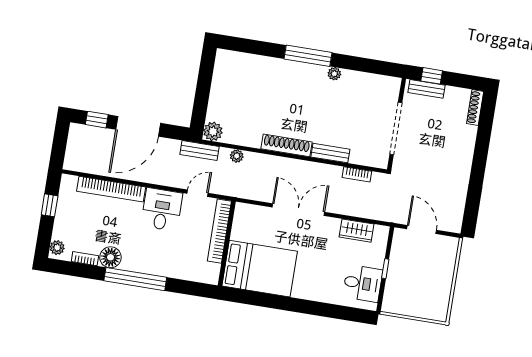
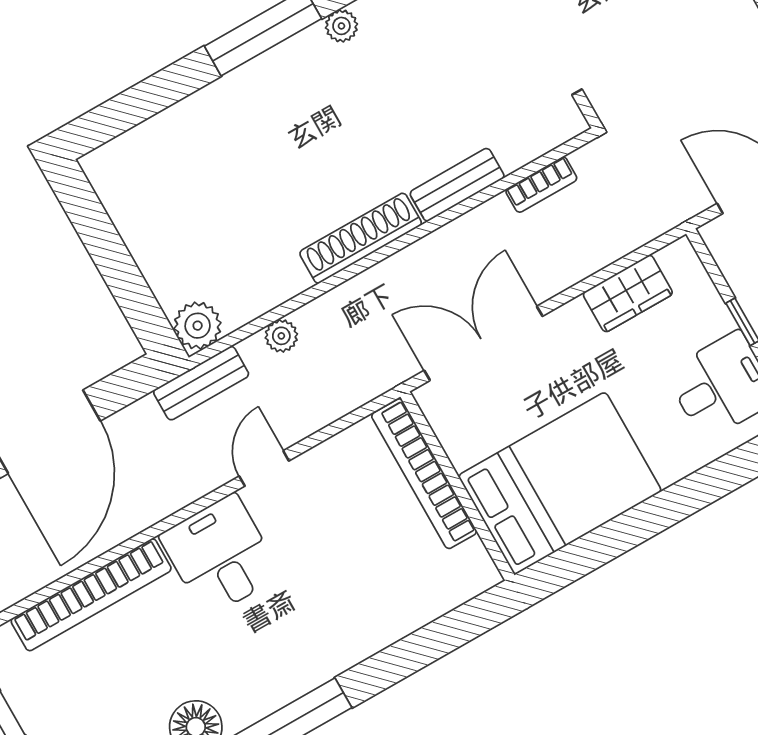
bookcase: (219, 231) -> (424, 474), moved
wall: (227, 243) -> (457, 486), moved
bed: (260, 269) -> (560, 483), moved

